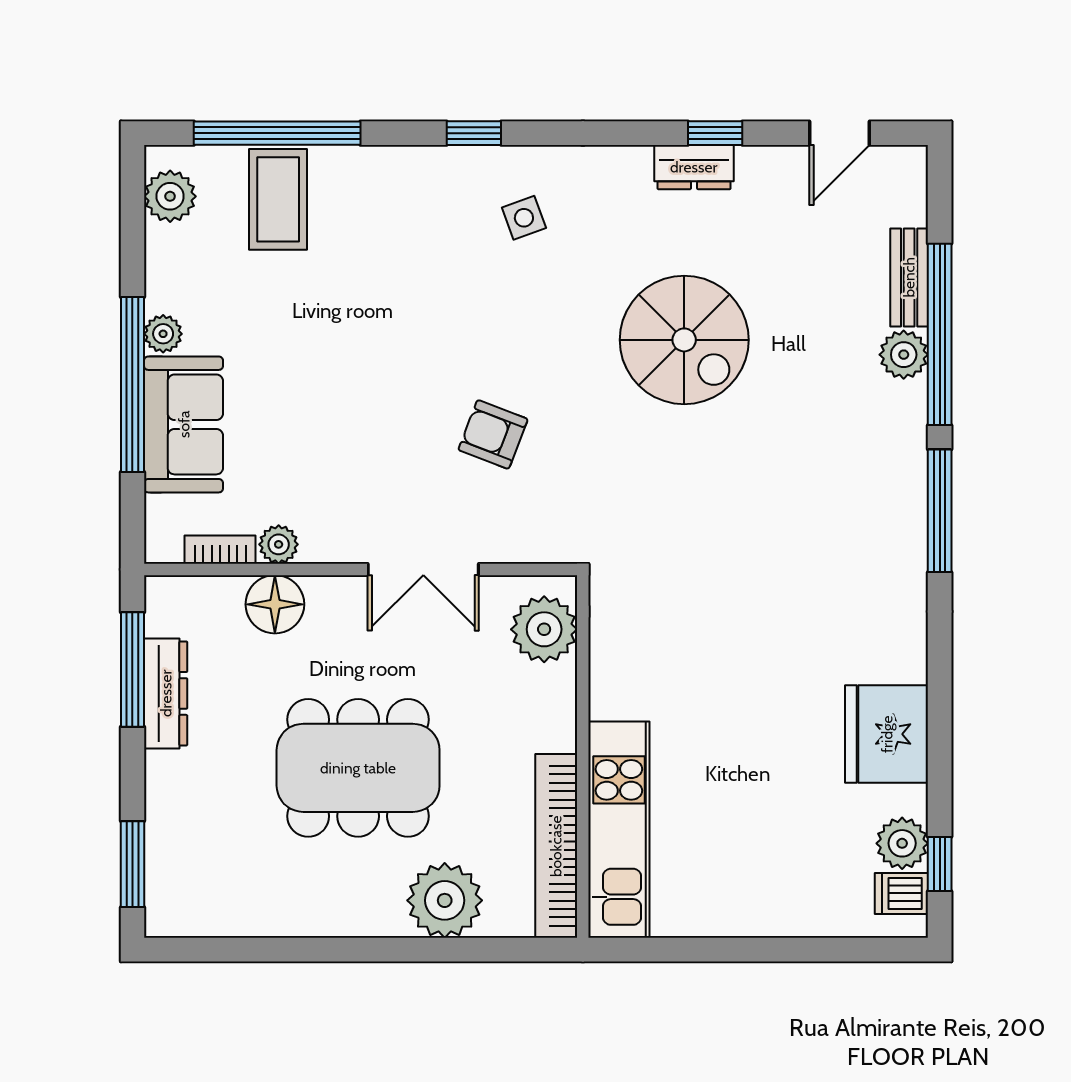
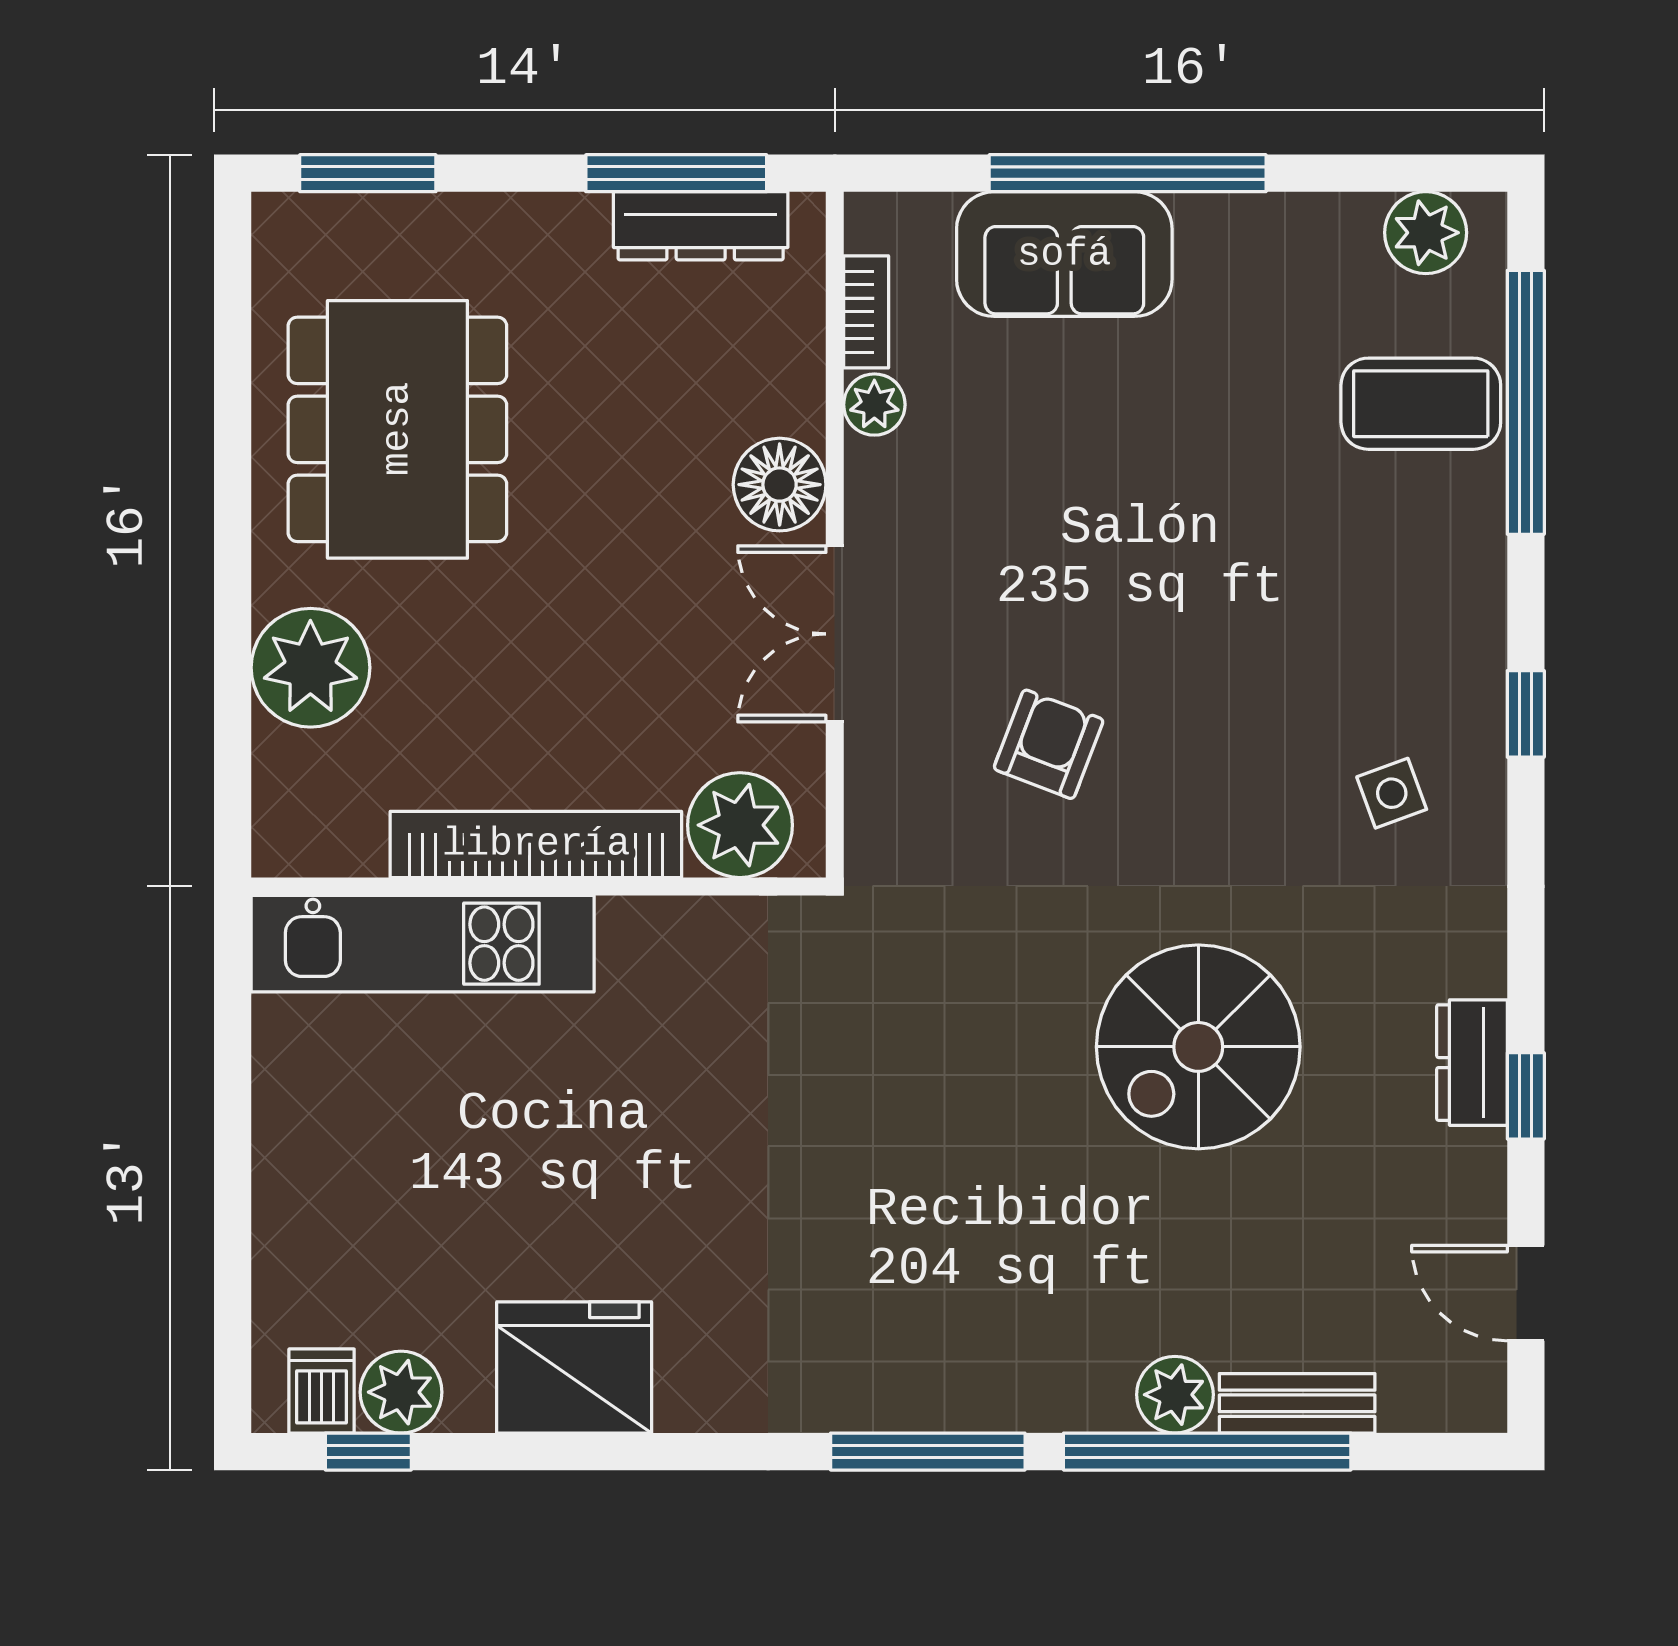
plant: (163, 334) -> (1208, 222), removed
floor lamp: (275, 604) -> (780, 485), moved
dresser: (166, 693) -> (701, 226), moved
dining table: (358, 768) -> (397, 429), moved
bookcase: (556, 846) -> (536, 844), moved

